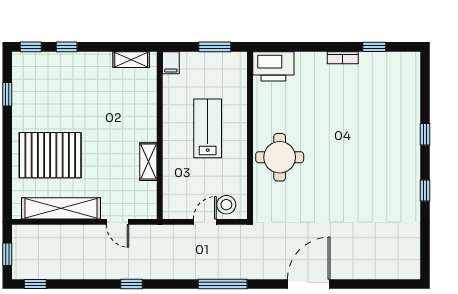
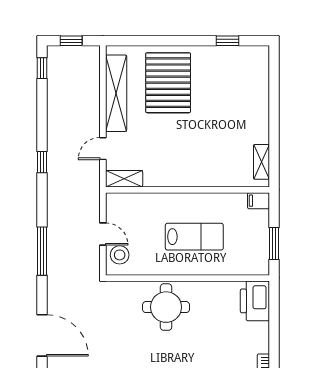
window: (31, 47) -> (274, 64), removed
window: (67, 47) -> (274, 99), removed
shelving: (148, 162) -> (124, 179), moved

